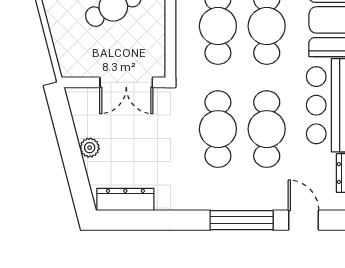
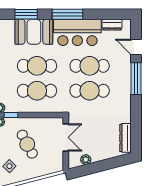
plant: (90, 148) -> (86, 160), moved
door: (303, 220) -> (136, 47), hinge flipped

